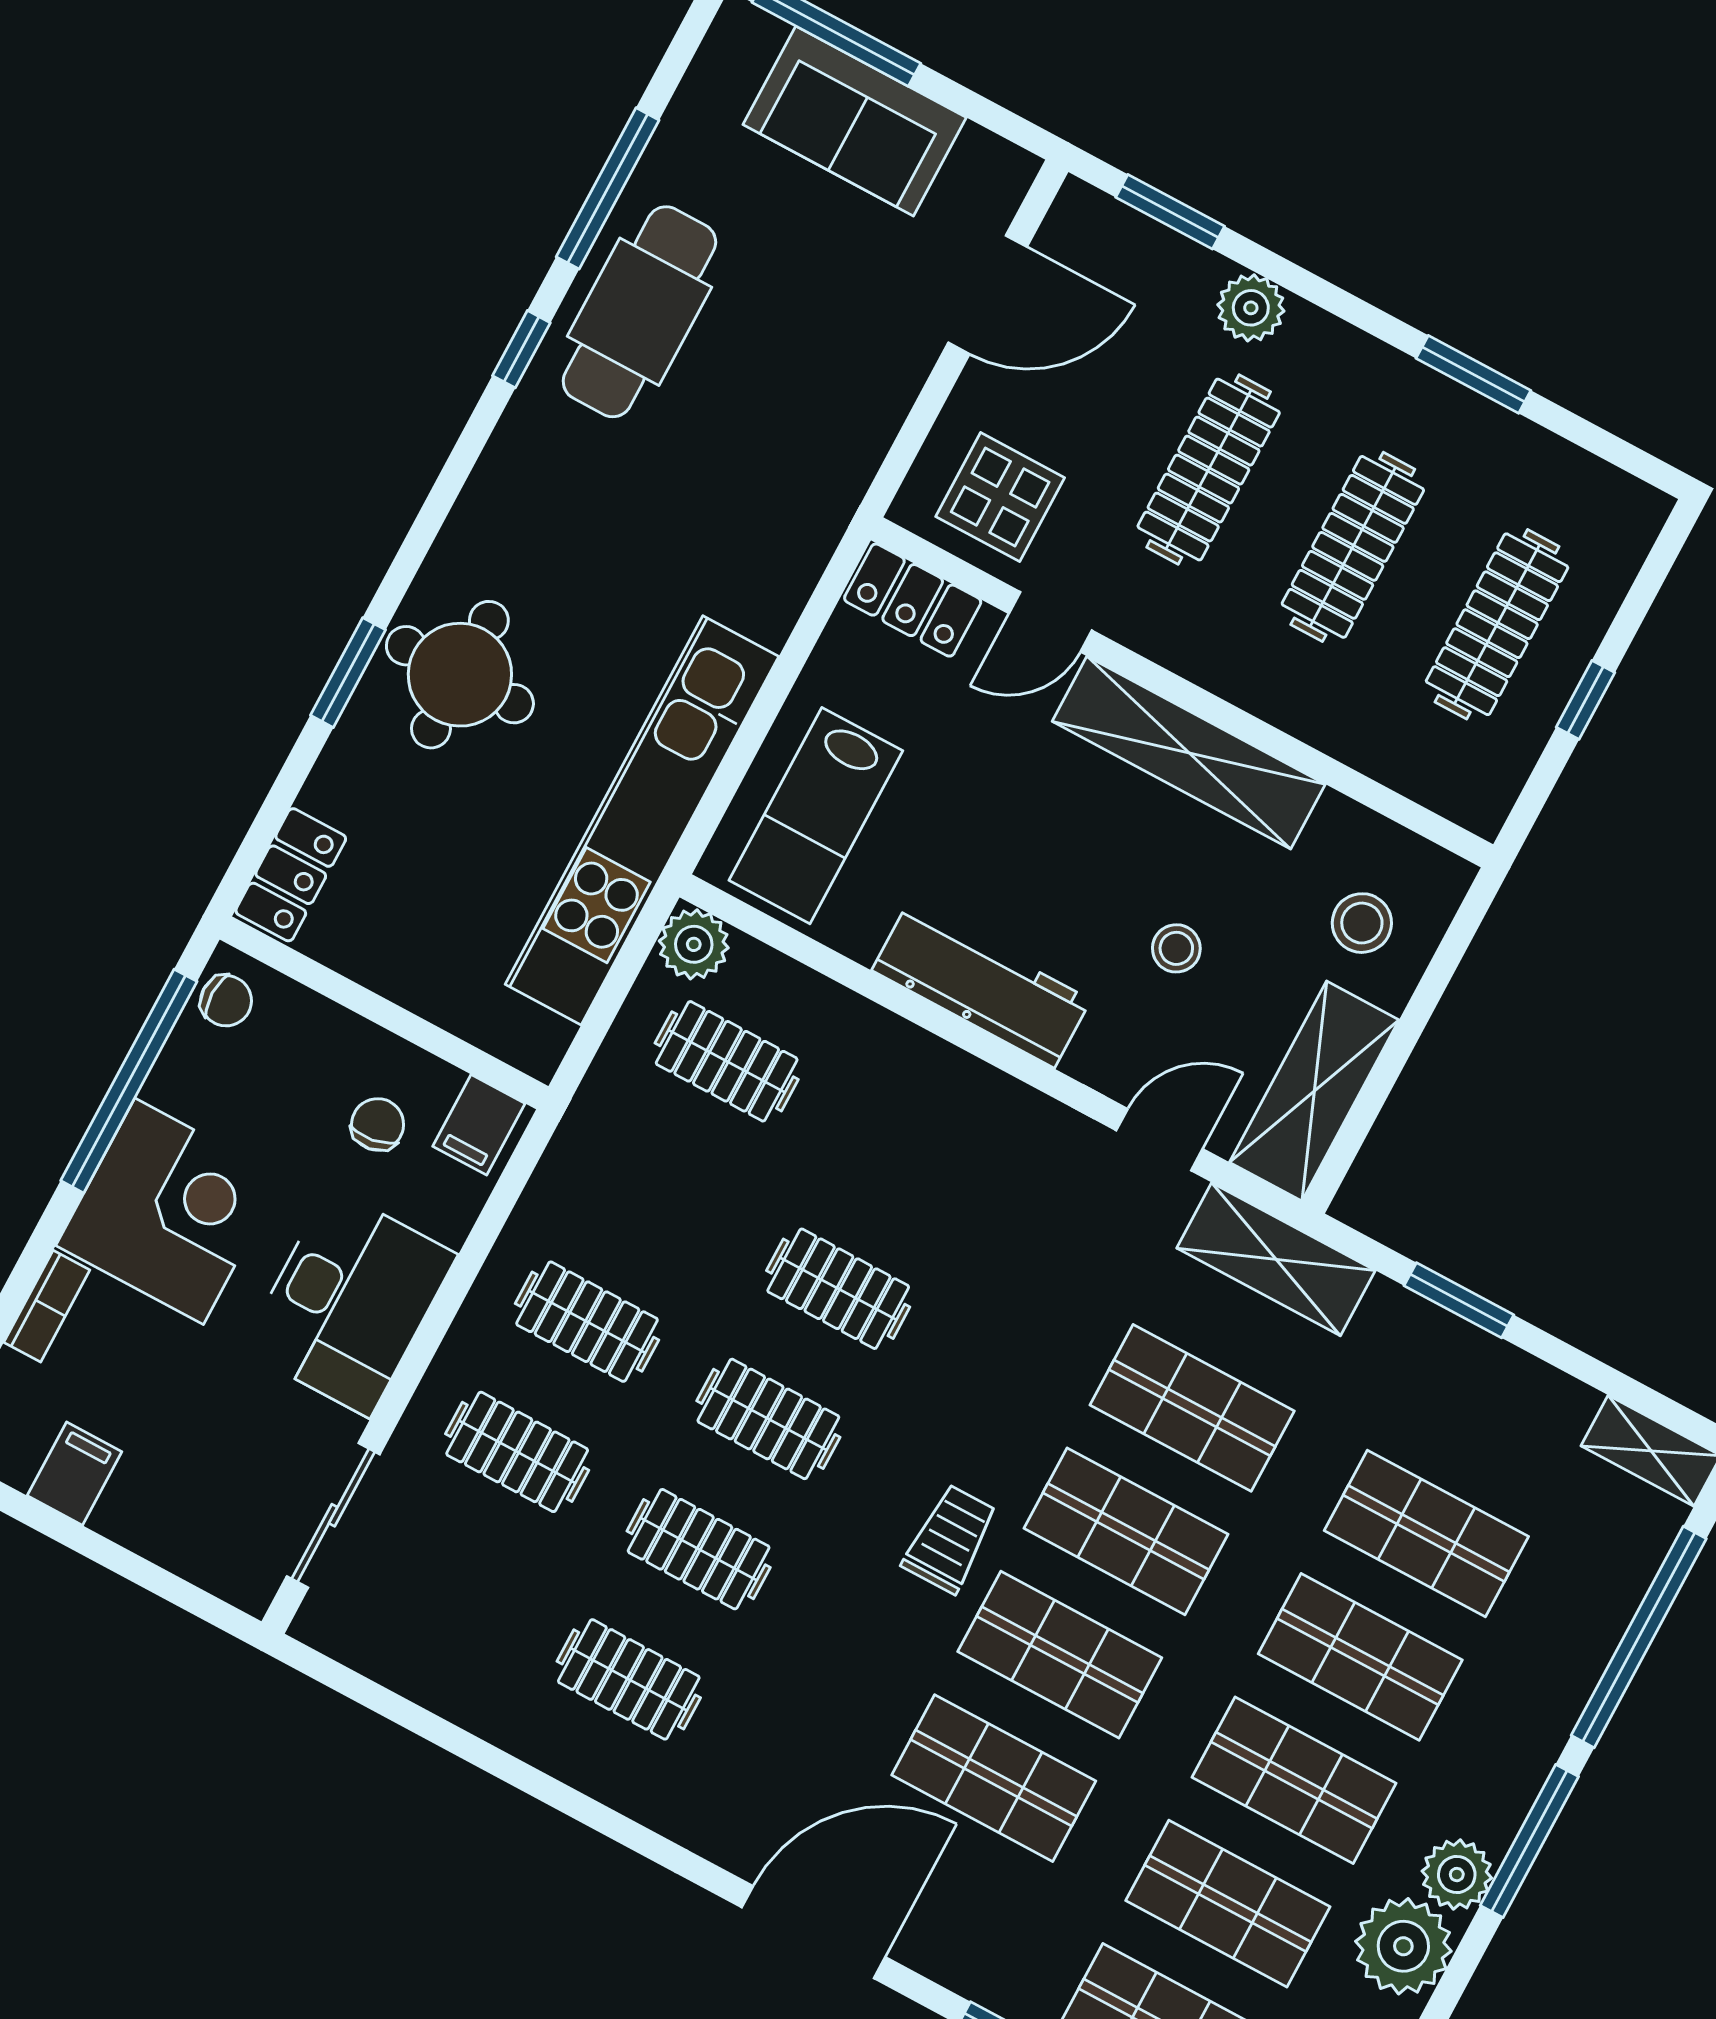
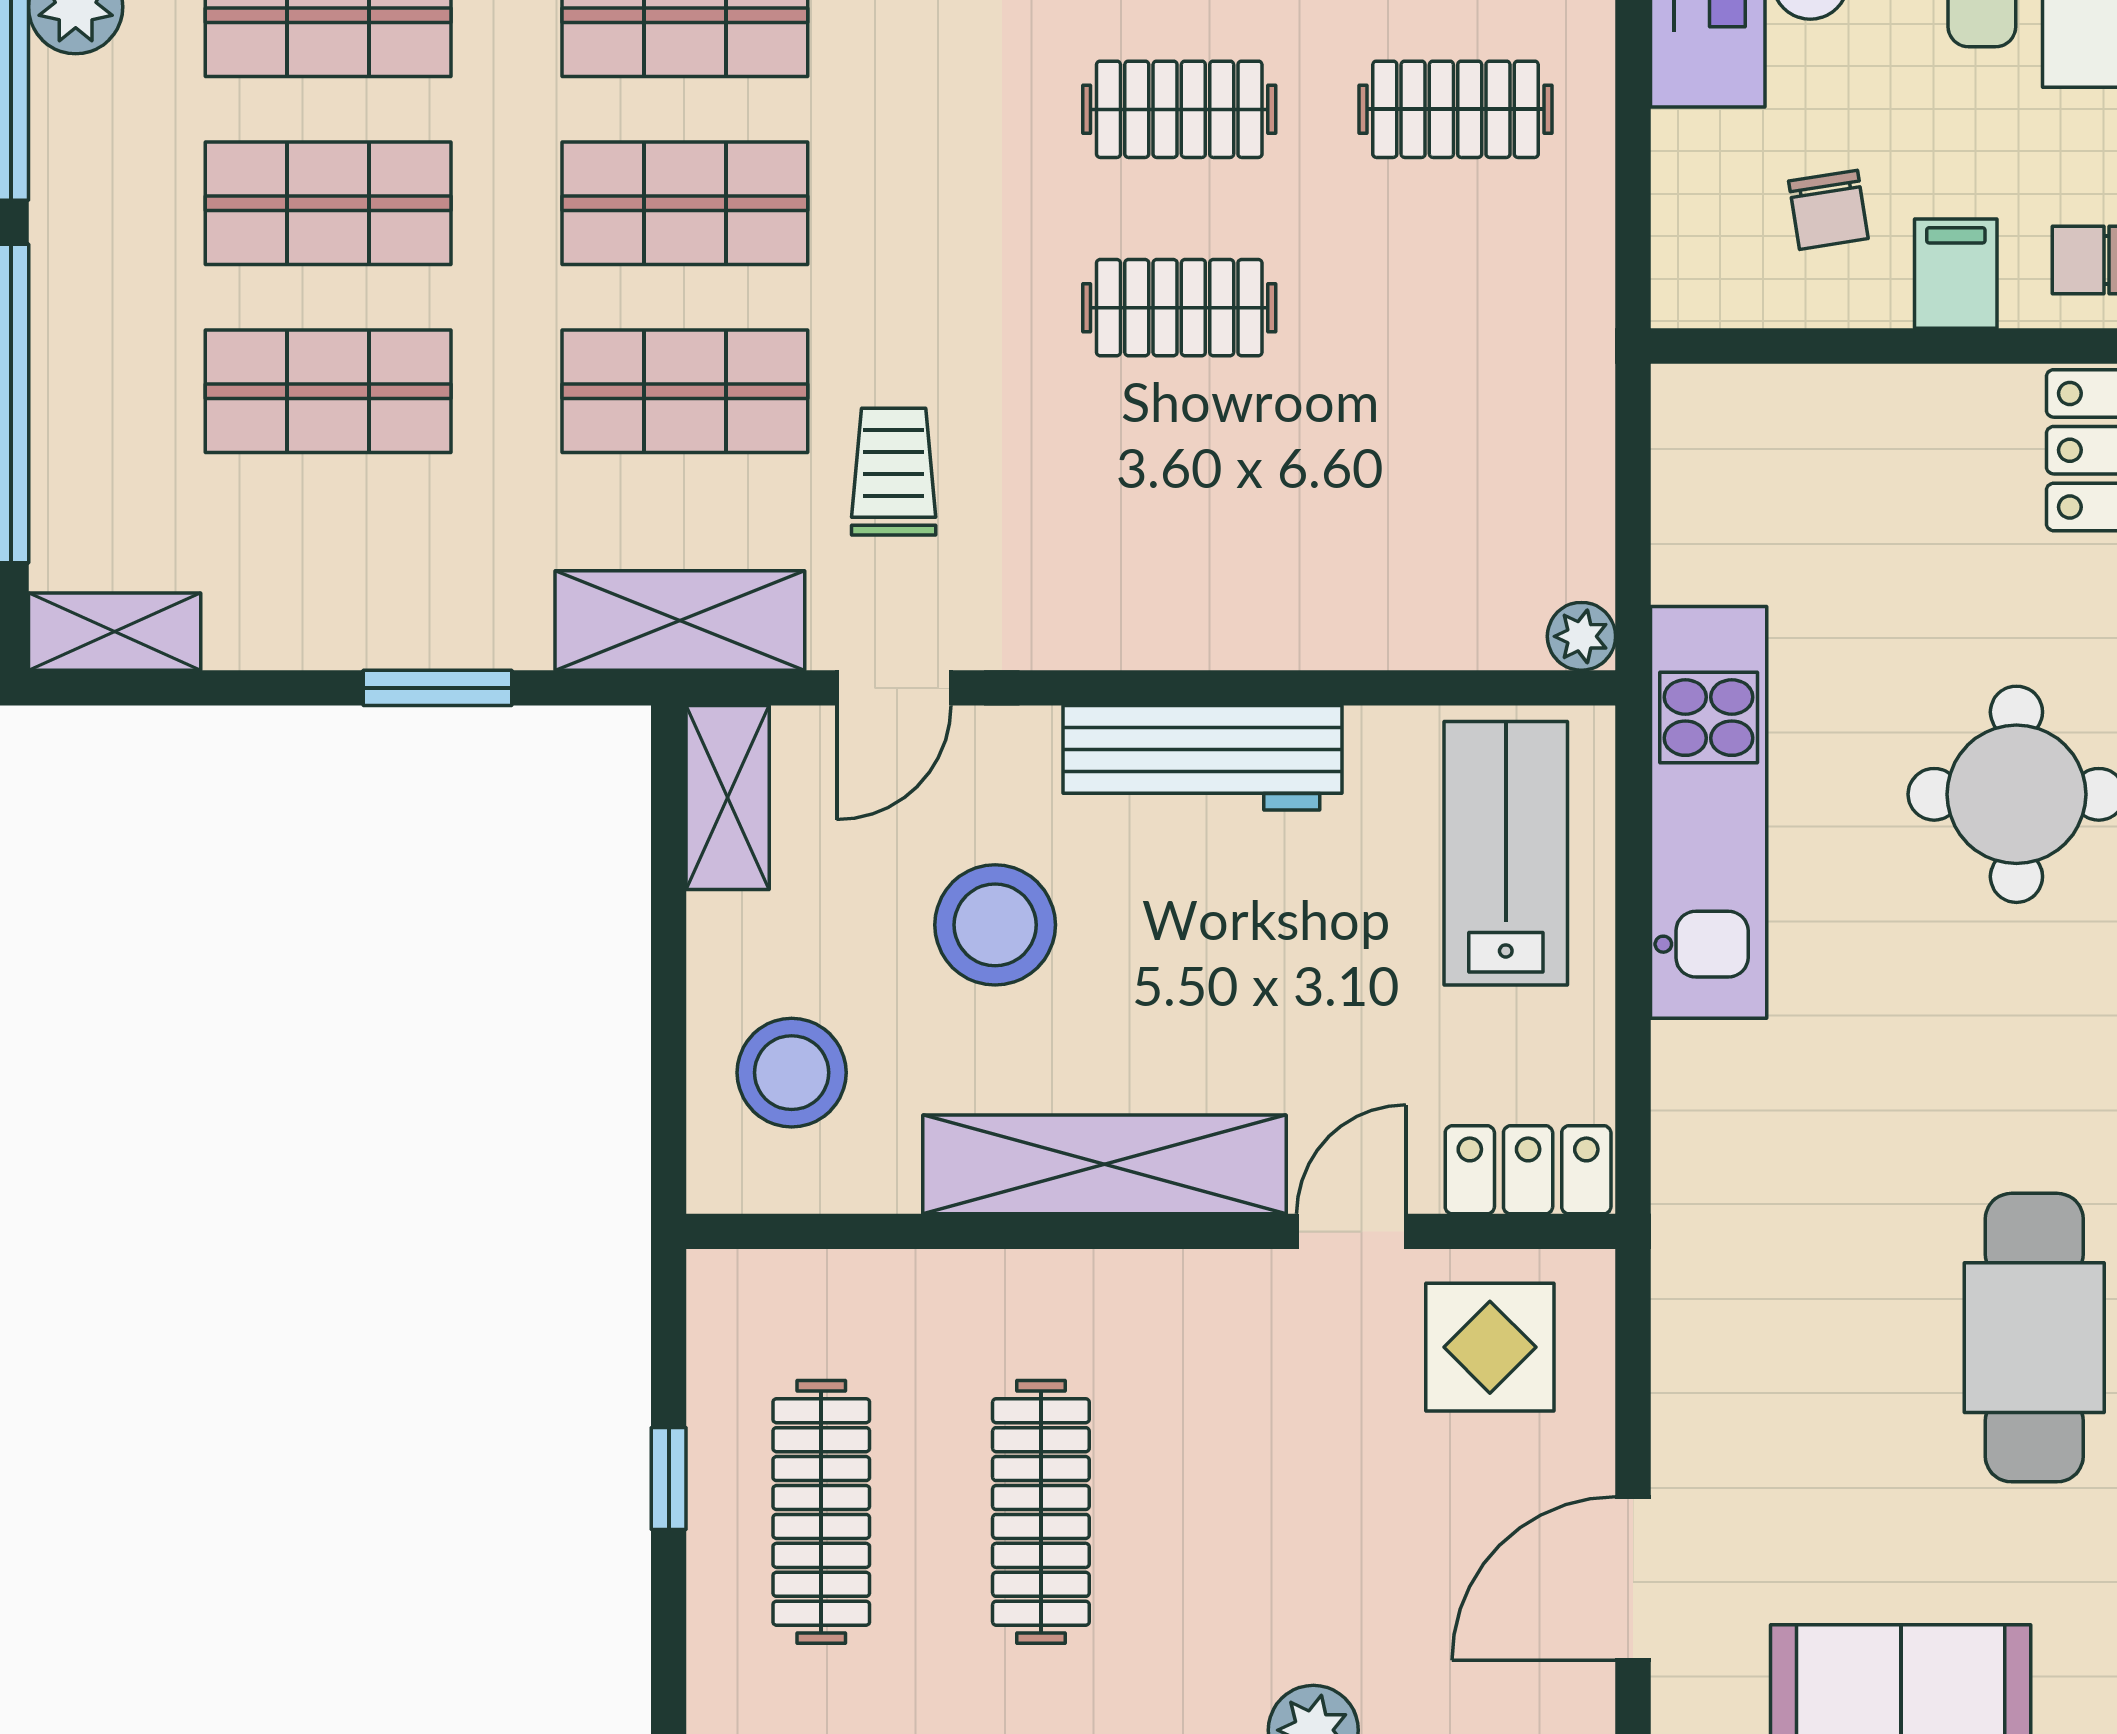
clothes rail: (1209, 470) -> (1261, 1512), removed
kitchen unit: (642, 820) -> (1709, 812), width x0.73
stool: (1362, 923) -> (792, 1073), width x1.38, depth x1.38
plant: (694, 944) -> (1581, 636), width x0.73, depth x0.73
stool: (1176, 948) -> (995, 925), width x1.89, depth x1.89
clothes rail: (727, 1061) -> (1456, 506), removed
shelving: (1314, 1091) -> (728, 798), width x0.67, depth x0.75
filing cabinet: (479, 1125) -> (1956, 274), moved
trolley: (950, 1539) -> (894, 472), moved, turned 180

